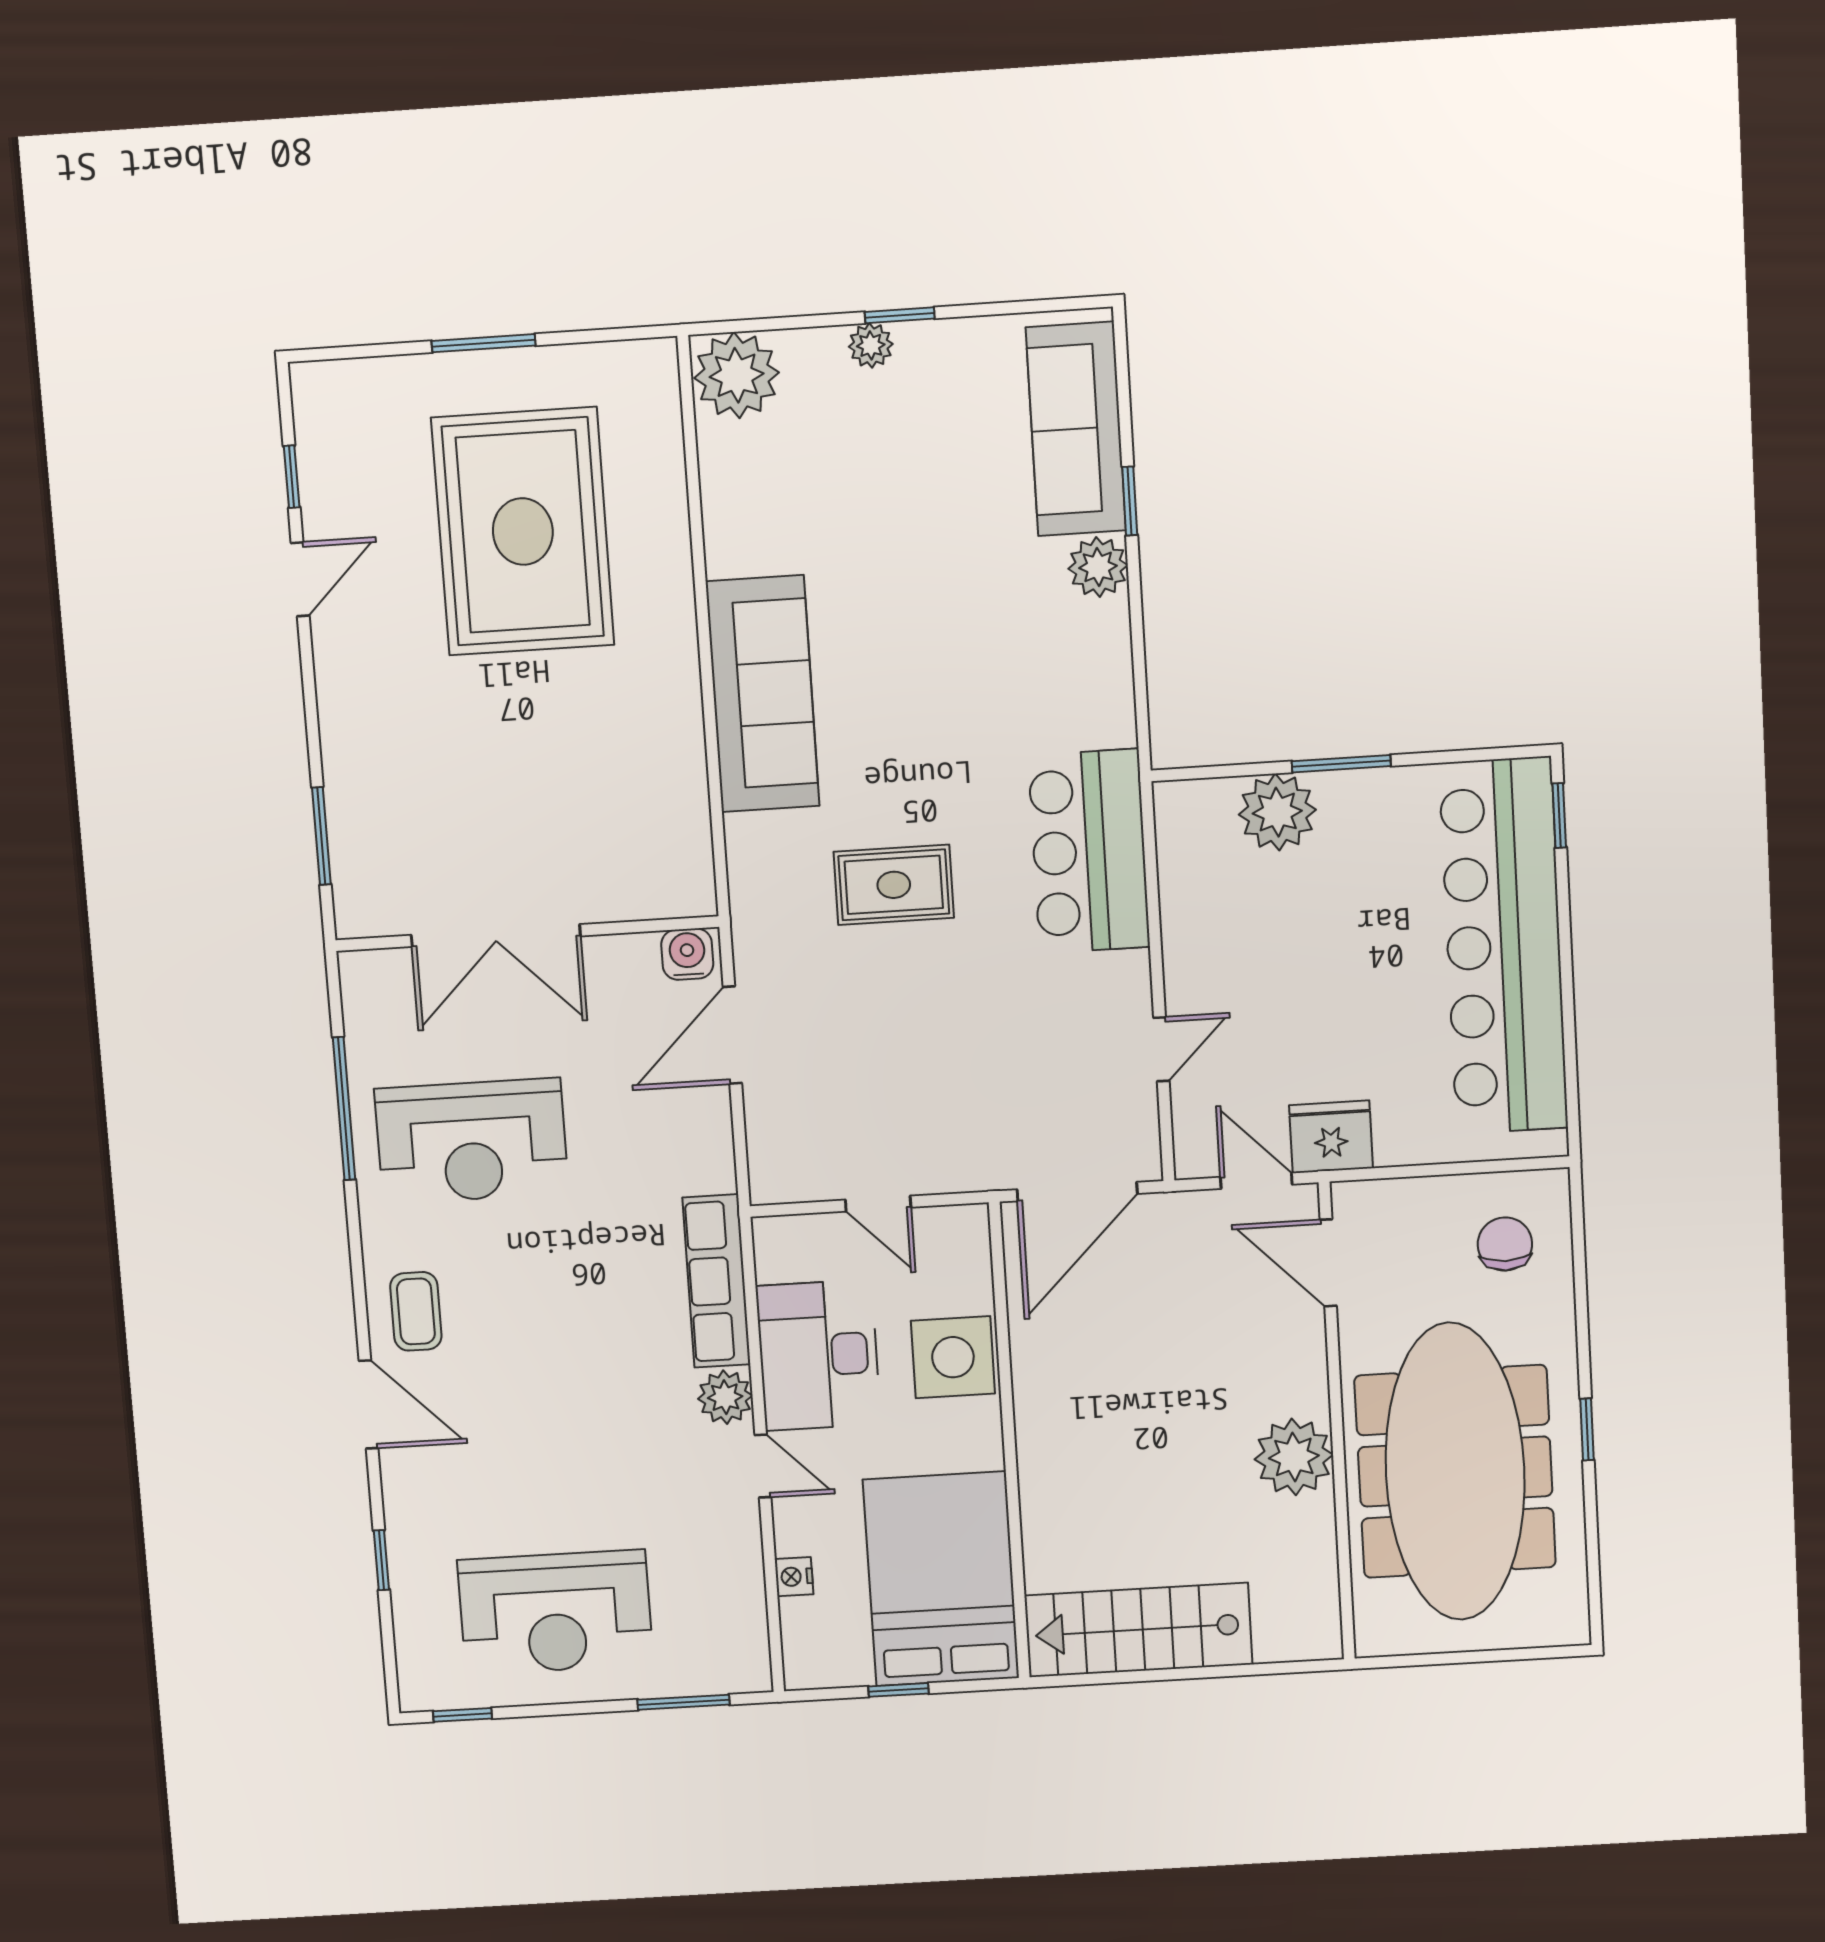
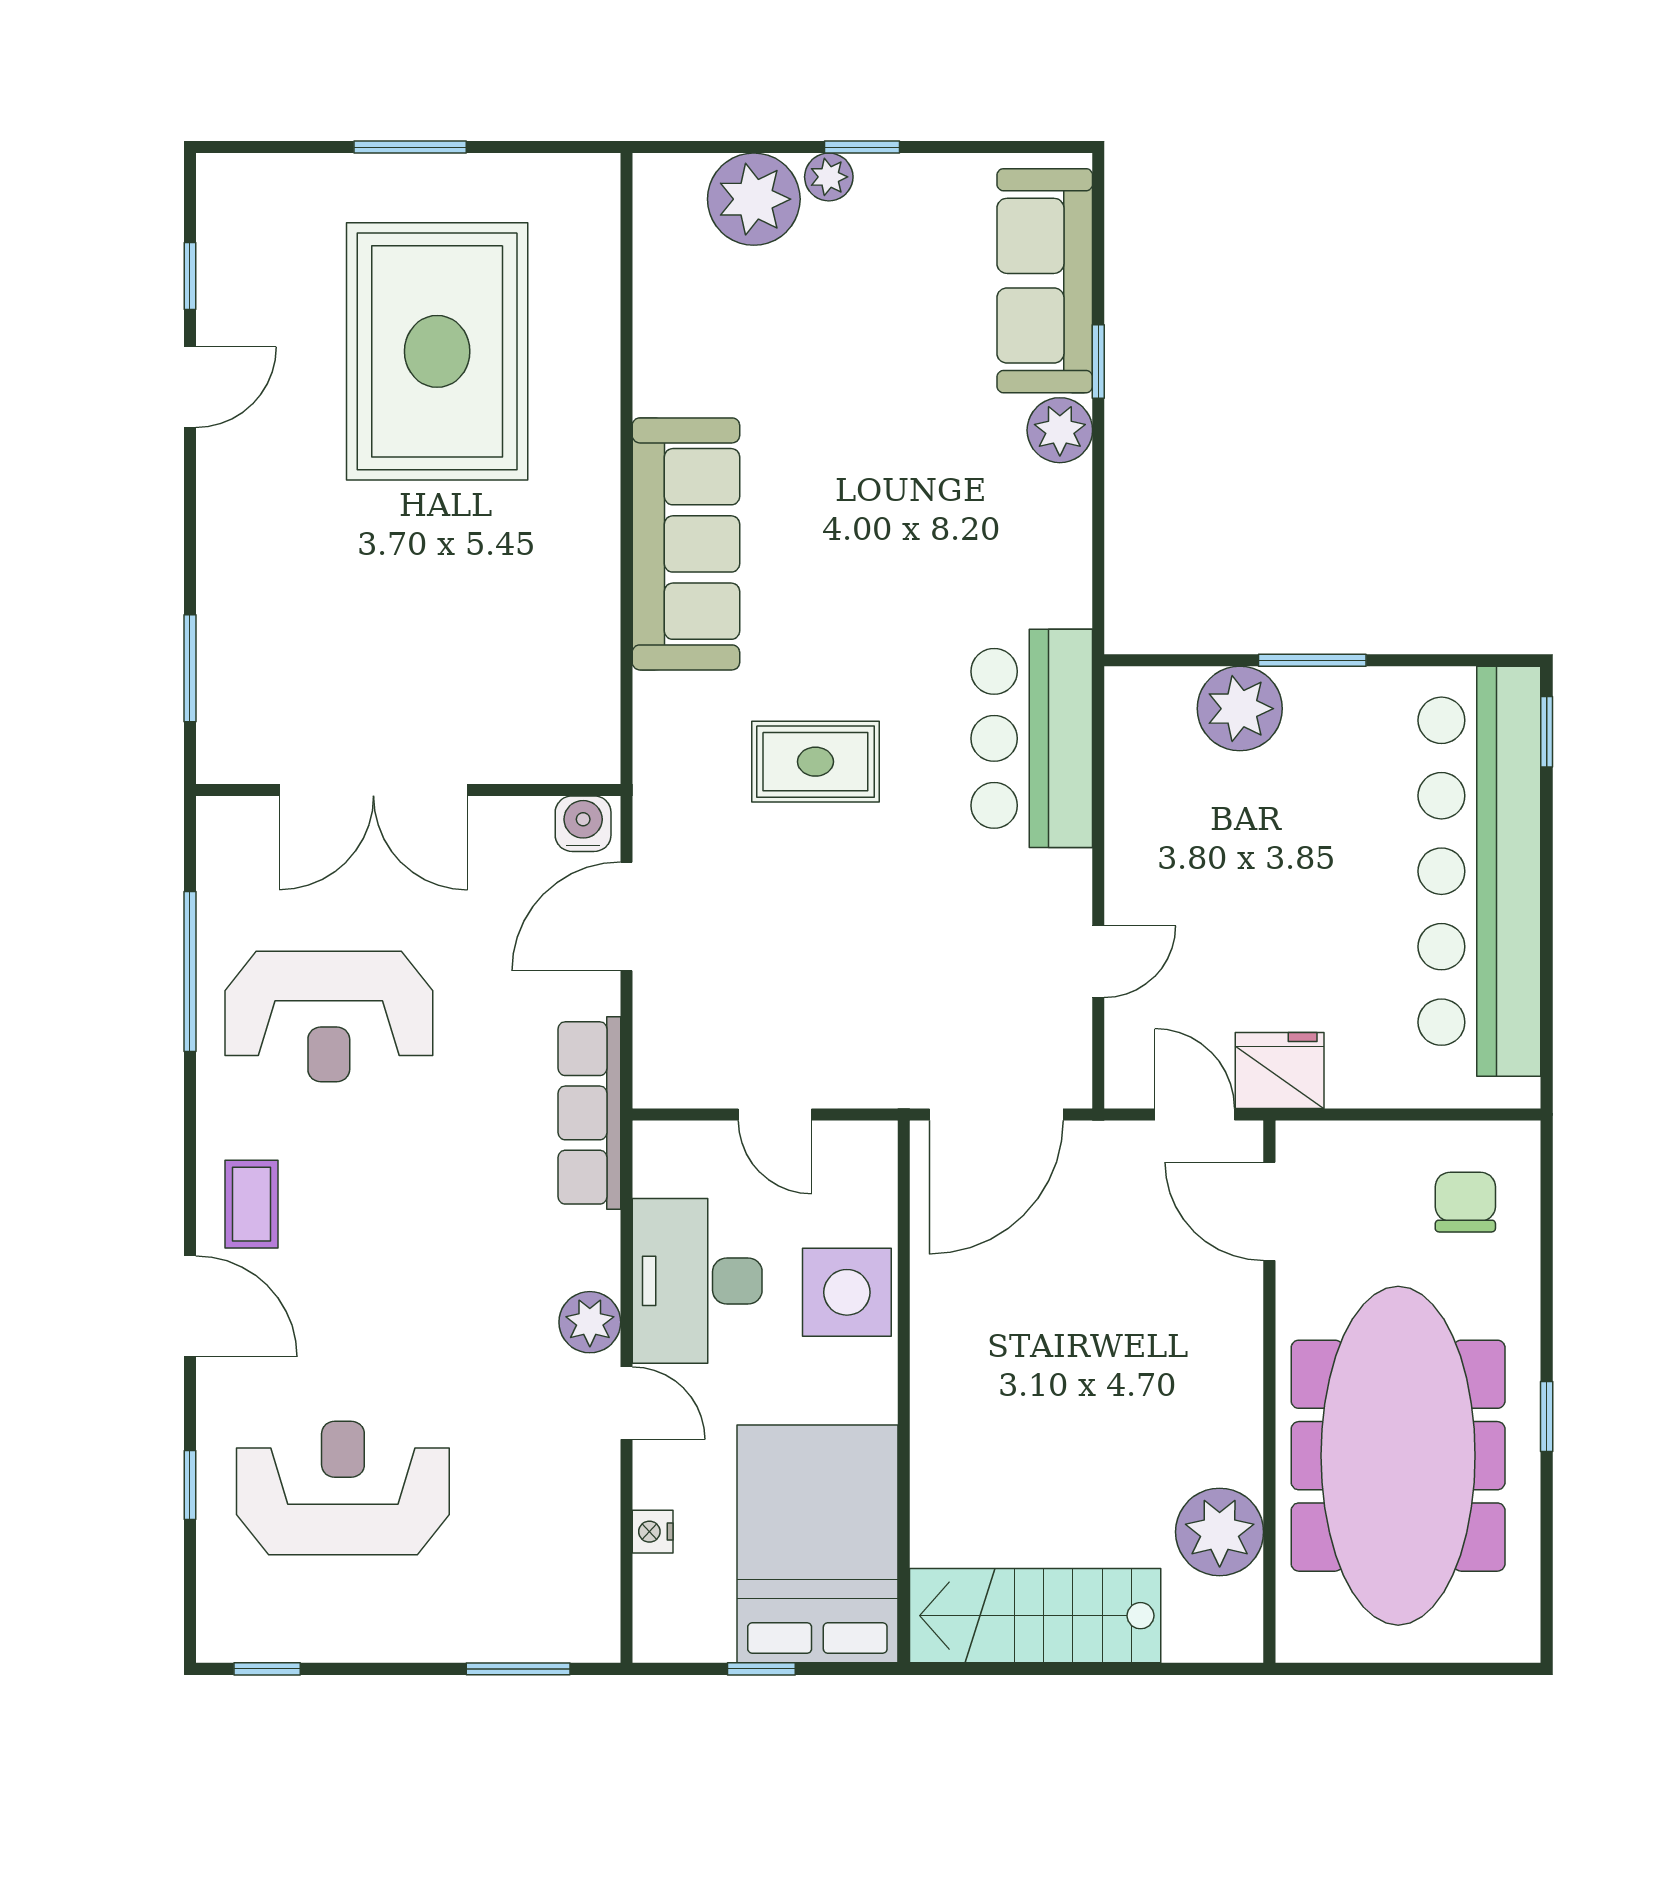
plant: (737, 375) -> (754, 199), moved
row of seats: (716, 1281) -> (589, 1113), moved
plant: (1294, 1457) -> (1220, 1532), moved
reception desk: (555, 1612) -> (343, 1488), moved, turned 180

